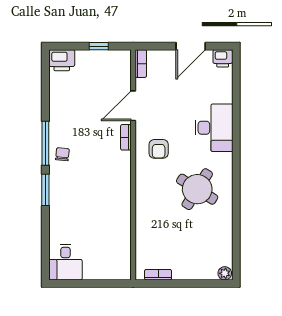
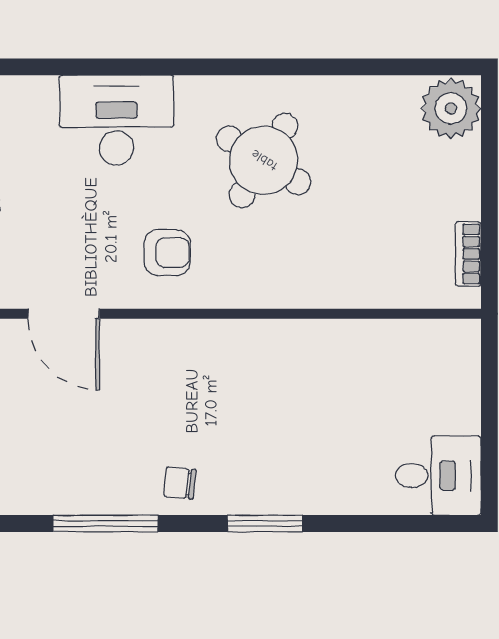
bookcase: (126, 137) -> (140, 331), removed
window: (45, 143) -> (105, 523), moved
plant: (225, 273) -> (451, 108), width x1.88, depth x1.88

